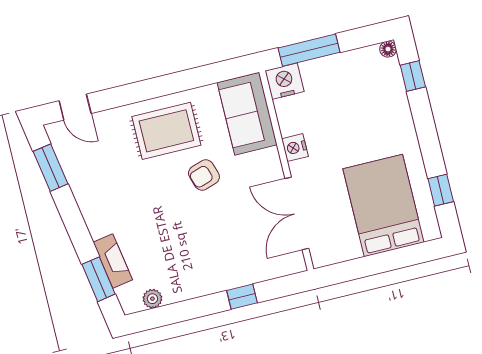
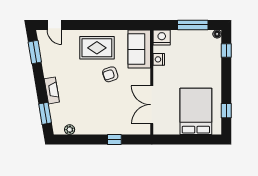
window: (309, 50) -> (193, 25), moved
nightstand: (295, 148) -> (159, 59), moved
fireplace: (113, 261) -> (52, 90), moved

